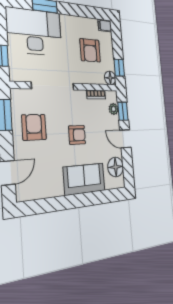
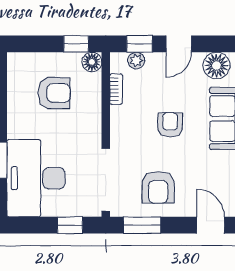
filing cabinet: (105, 26) -> (15, 64), removed
doorway: (53, 86) -> (106, 180), moved
armchair: (34, 127) -> (158, 187), turned -90

